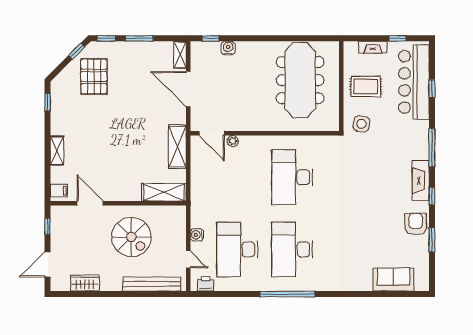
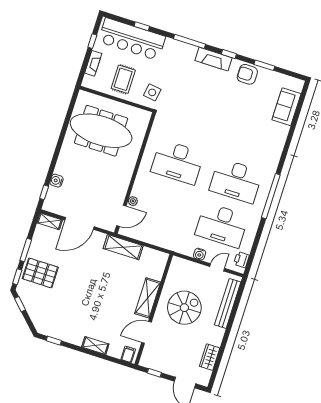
pallet: (94, 77) -> (40, 273), moved
shelving: (164, 192) -> (148, 298), moved

